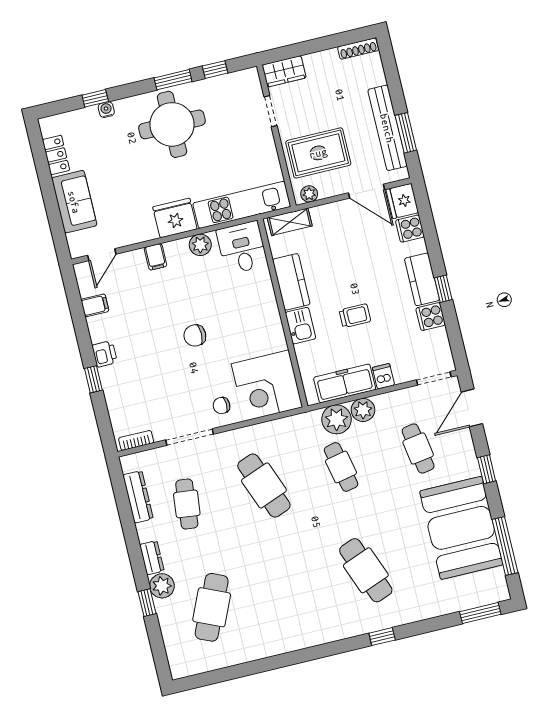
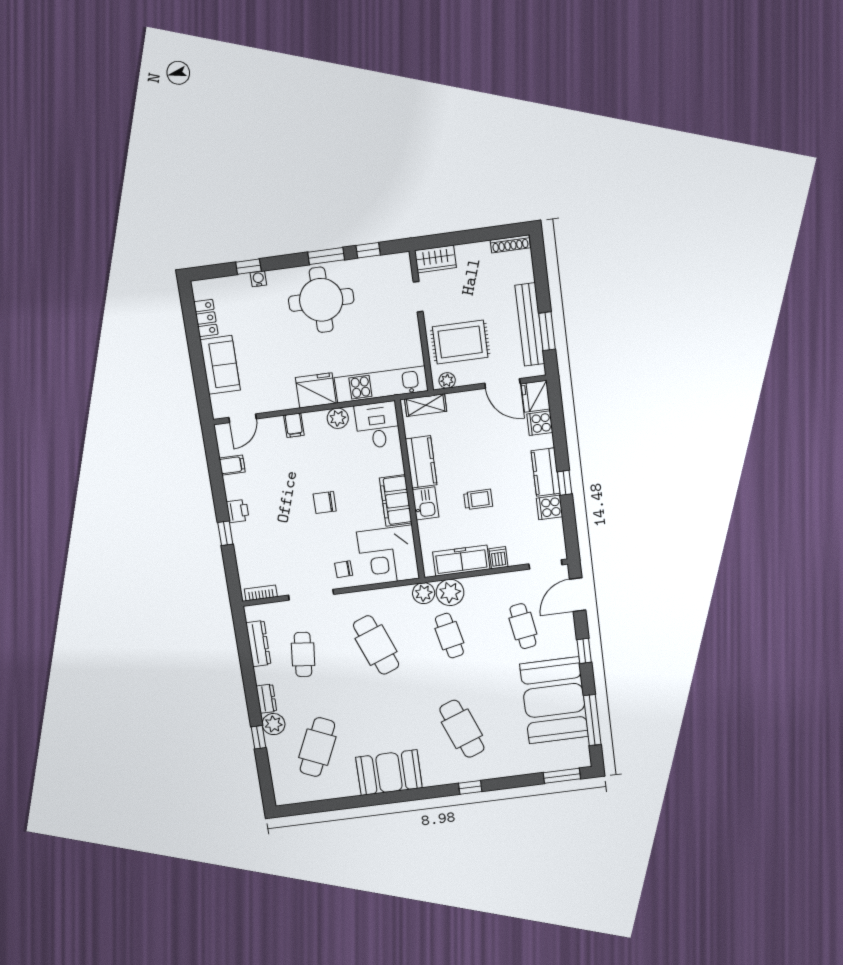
filing cabinet: (269, 326) -> (396, 500), added
plant: (363, 410) -> (424, 593), moved
booth: (292, 629) -> (389, 773), added

